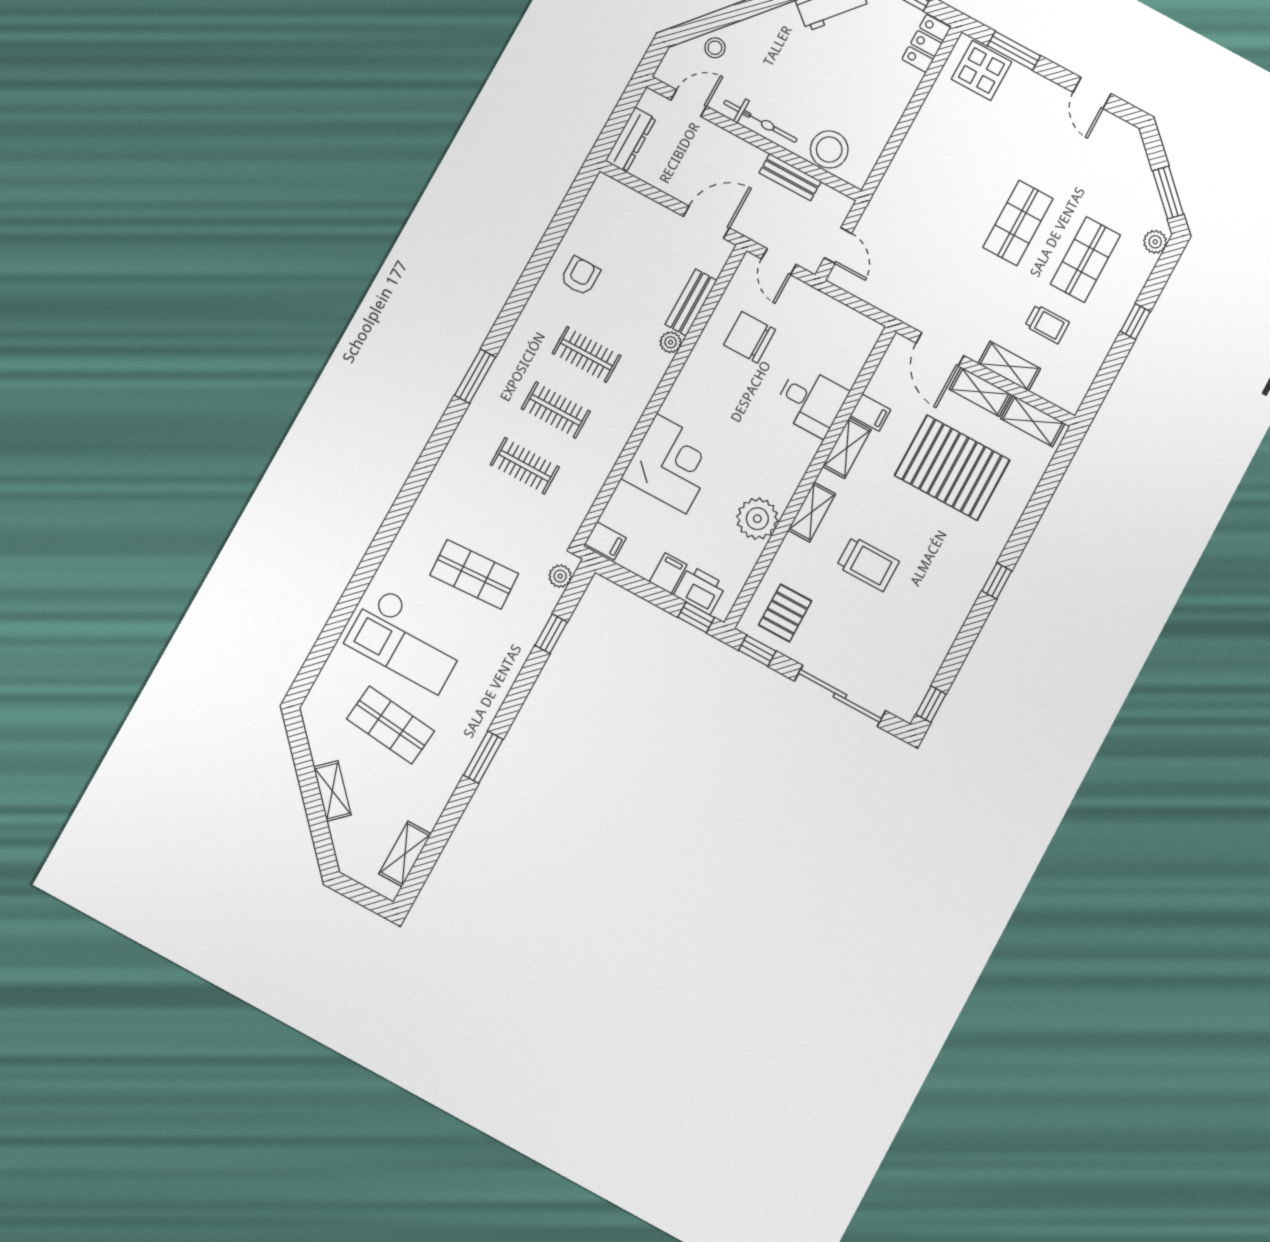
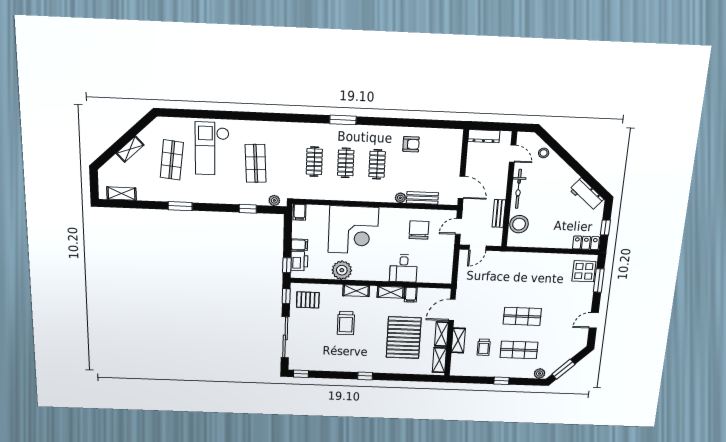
corner desk: (671, 464) -> (353, 230), width x1.36, depth x1.36

